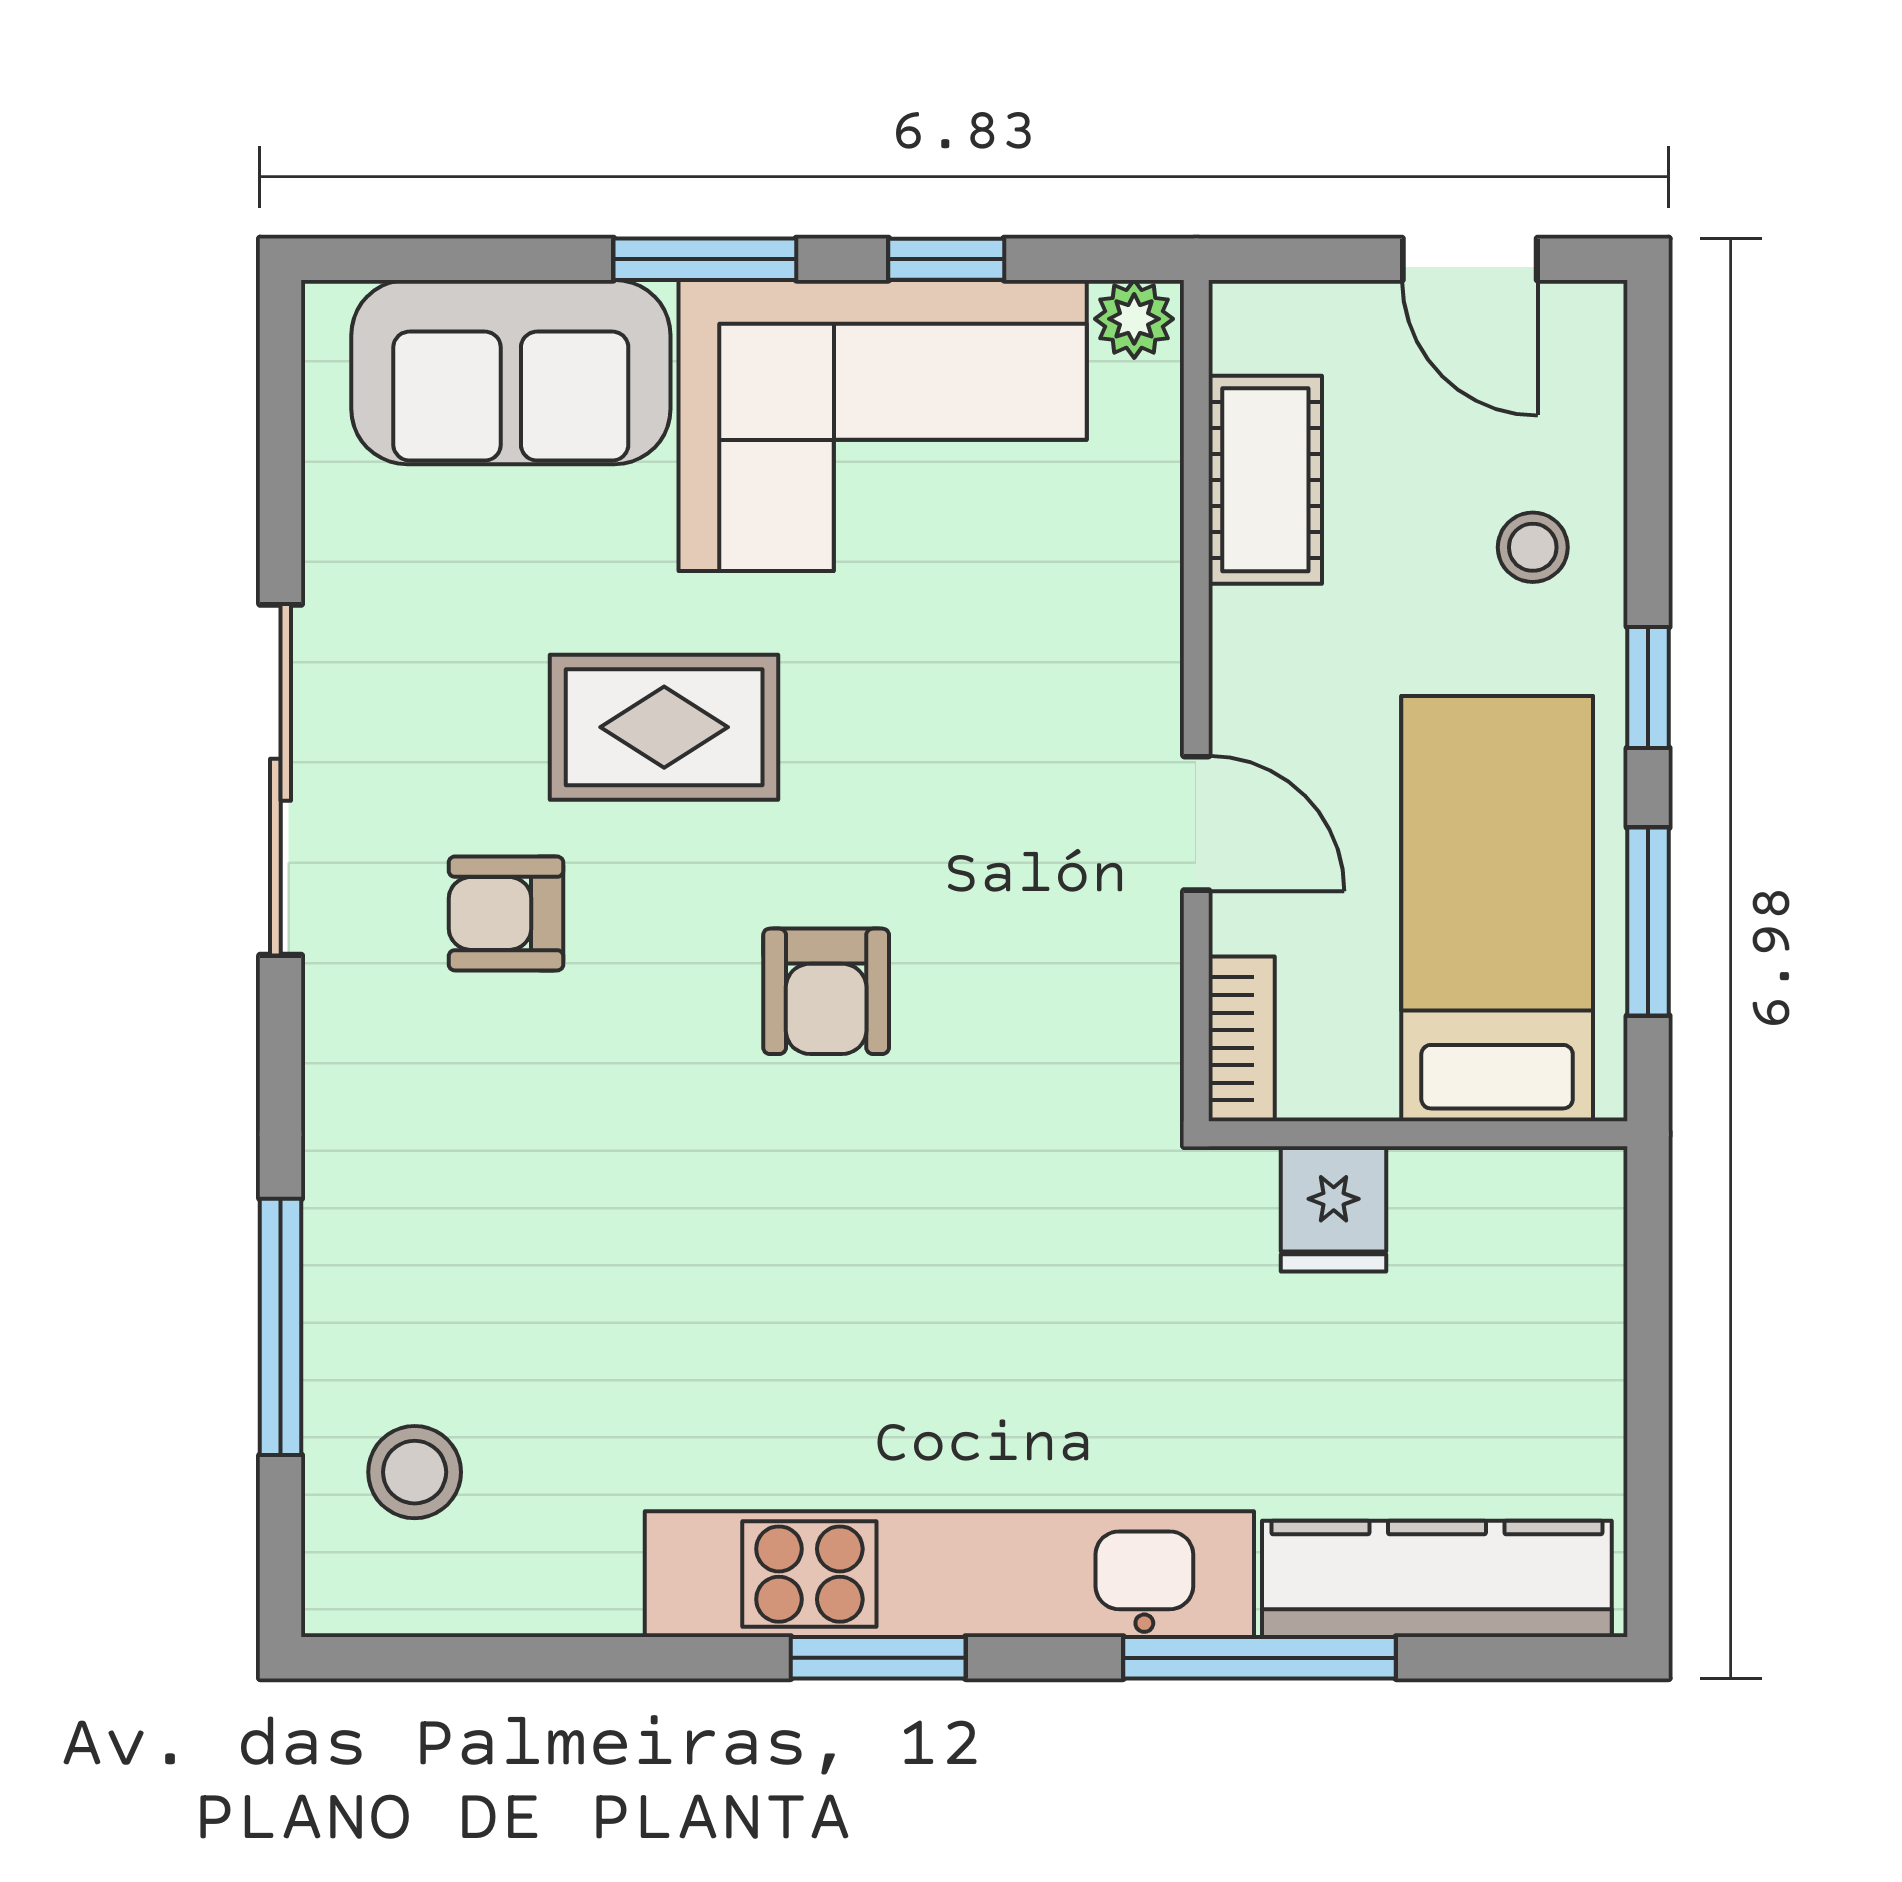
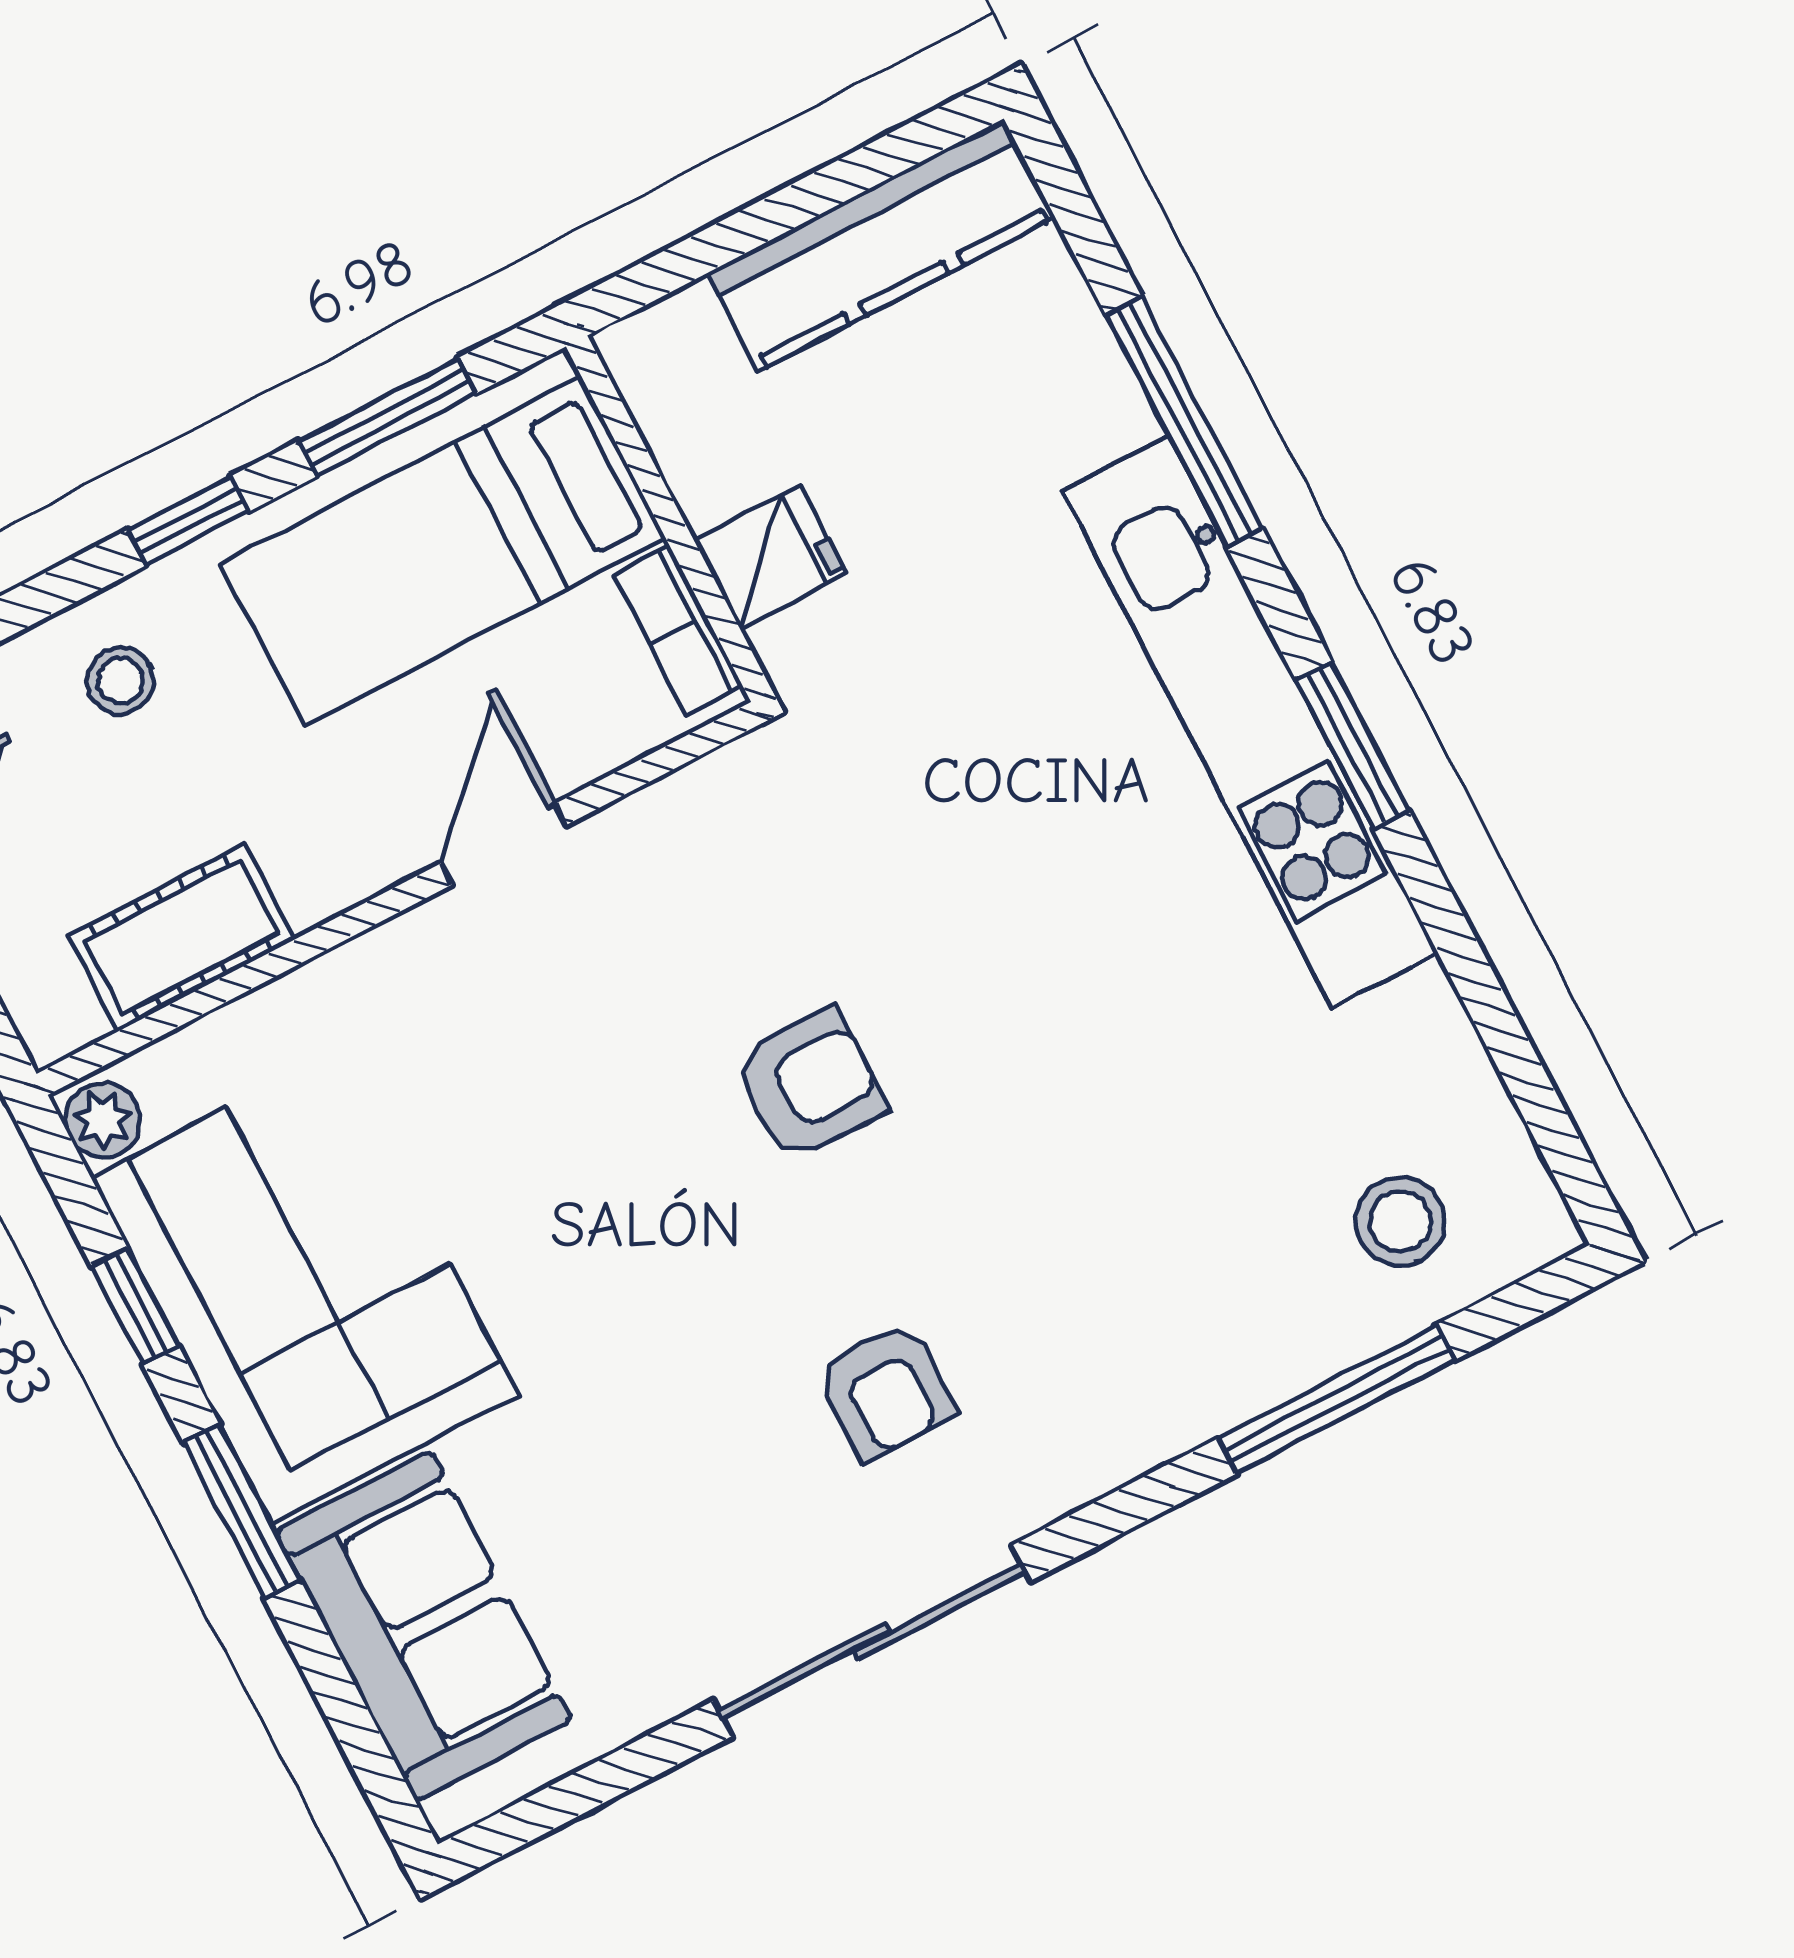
rug: (664, 727) -> (657, 1339), removed
bookcase: (1242, 1039) -> (678, 630), moved, turned -90
kitchen counter: (1437, 1579) -> (881, 245), moved, turned -90

